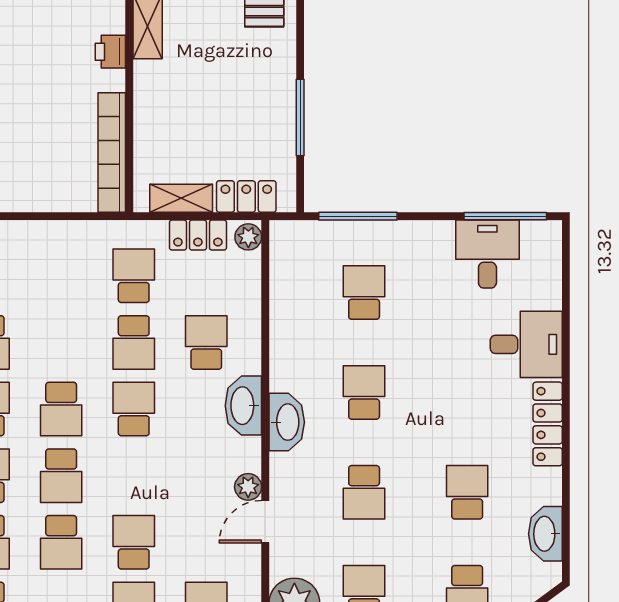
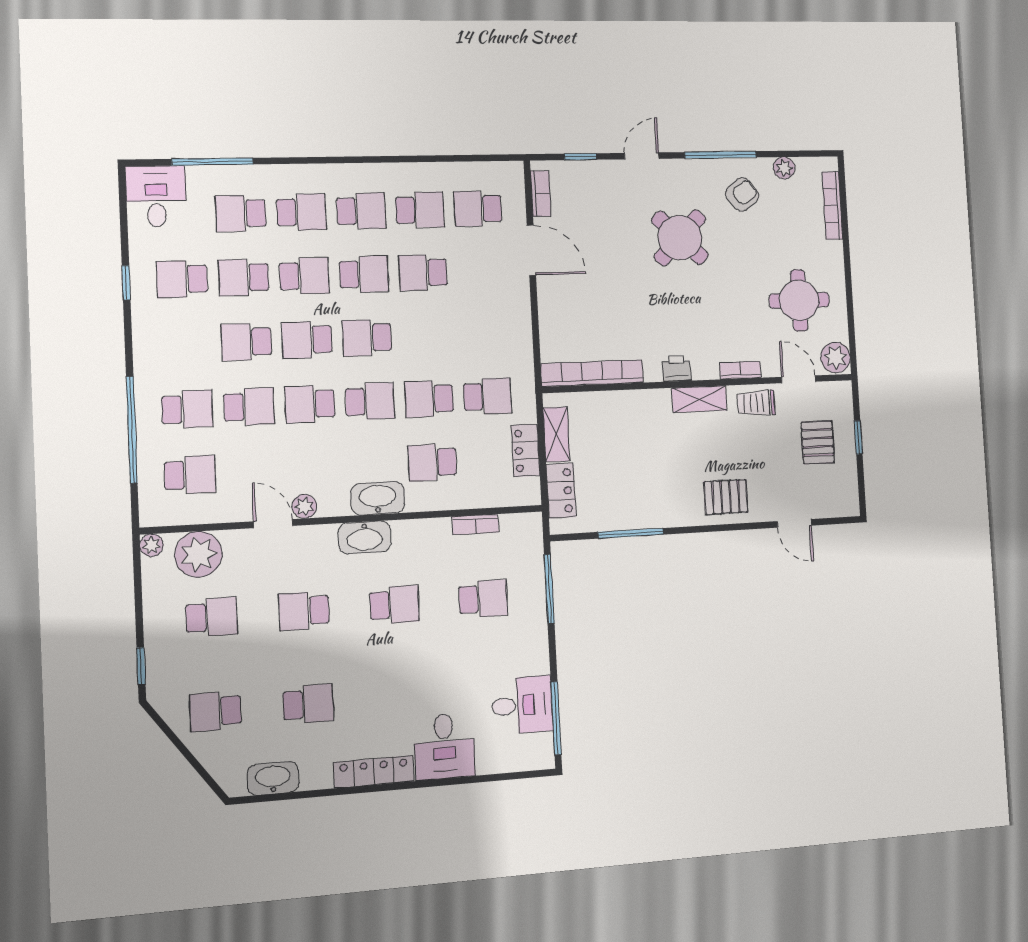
plant: (248, 237) -> (526, 494), removed
bookcase: (279, 297) -> (475, 525), added
school desk: (206, 342) -> (432, 462), turned 180
school desk: (134, 476) -> (310, 404), added

